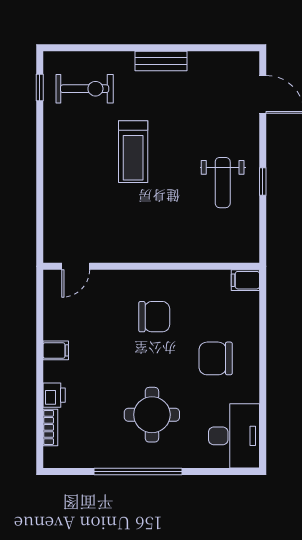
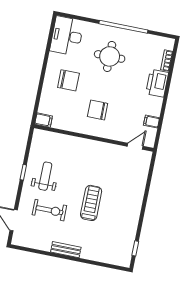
exercise bike: (85, 89) -> (49, 210), moved, turned 180
filing cabinet: (56, 350) -> (151, 122), moved
printer: (54, 395) -> (157, 83), width x1.87, depth x1.48

